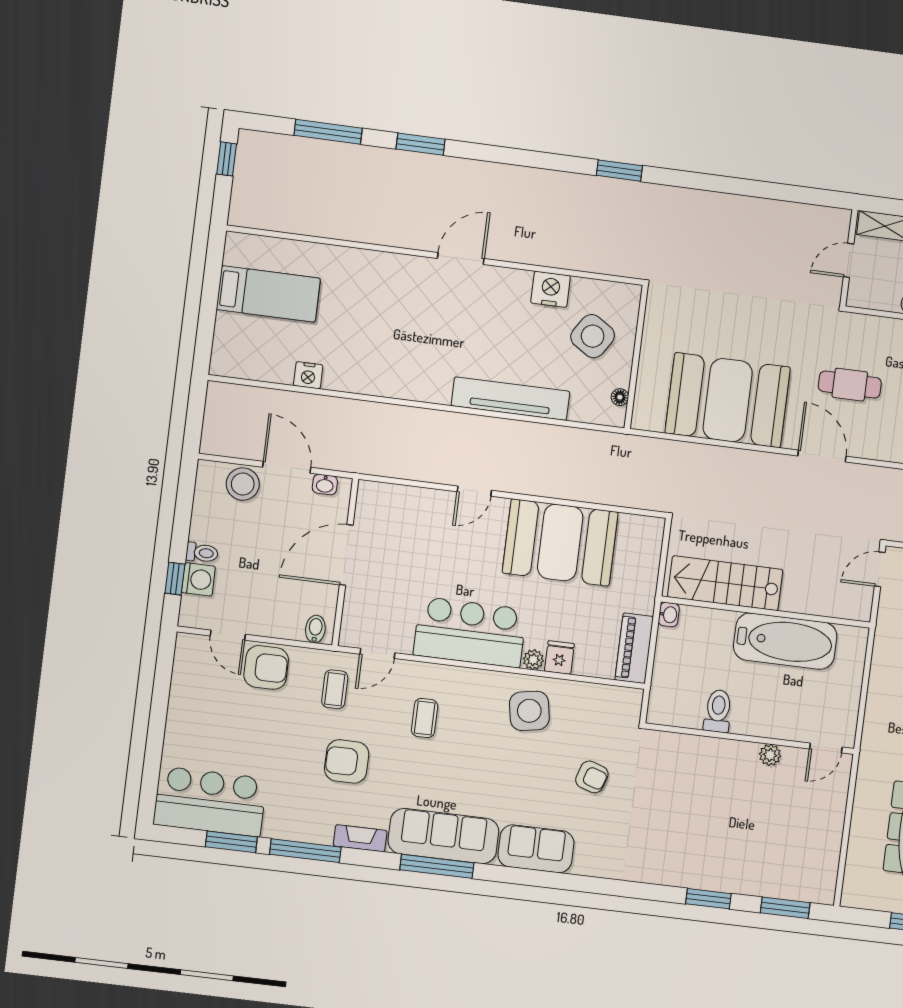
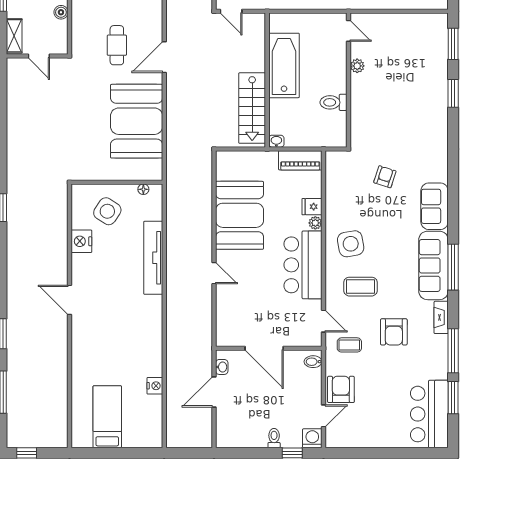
stool: (243, 484) -> (228, 418), removed
washing machine: (198, 579) -> (312, 438), moved
side table: (529, 711) -> (351, 244), moved
coffee table: (425, 718) -> (361, 287), width x1.36, depth x1.30

